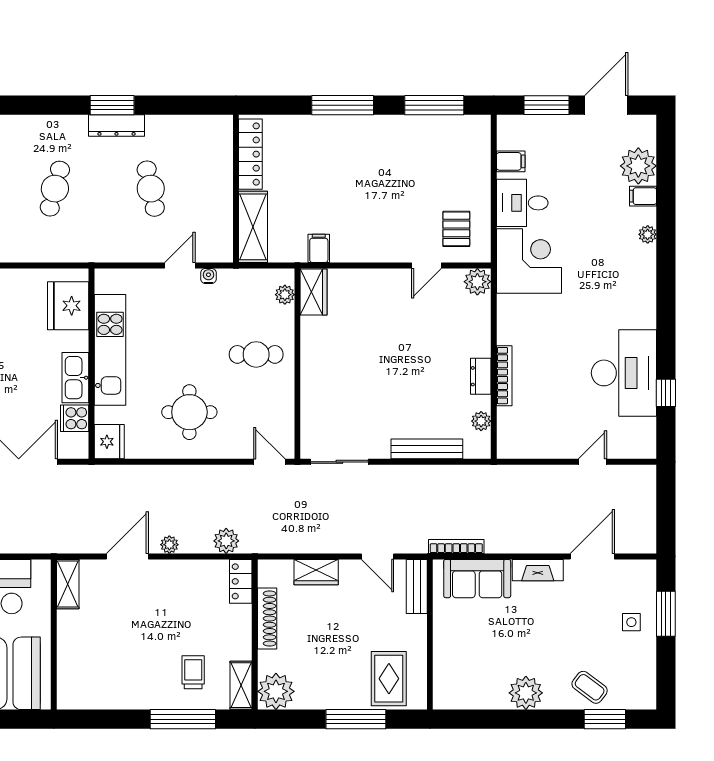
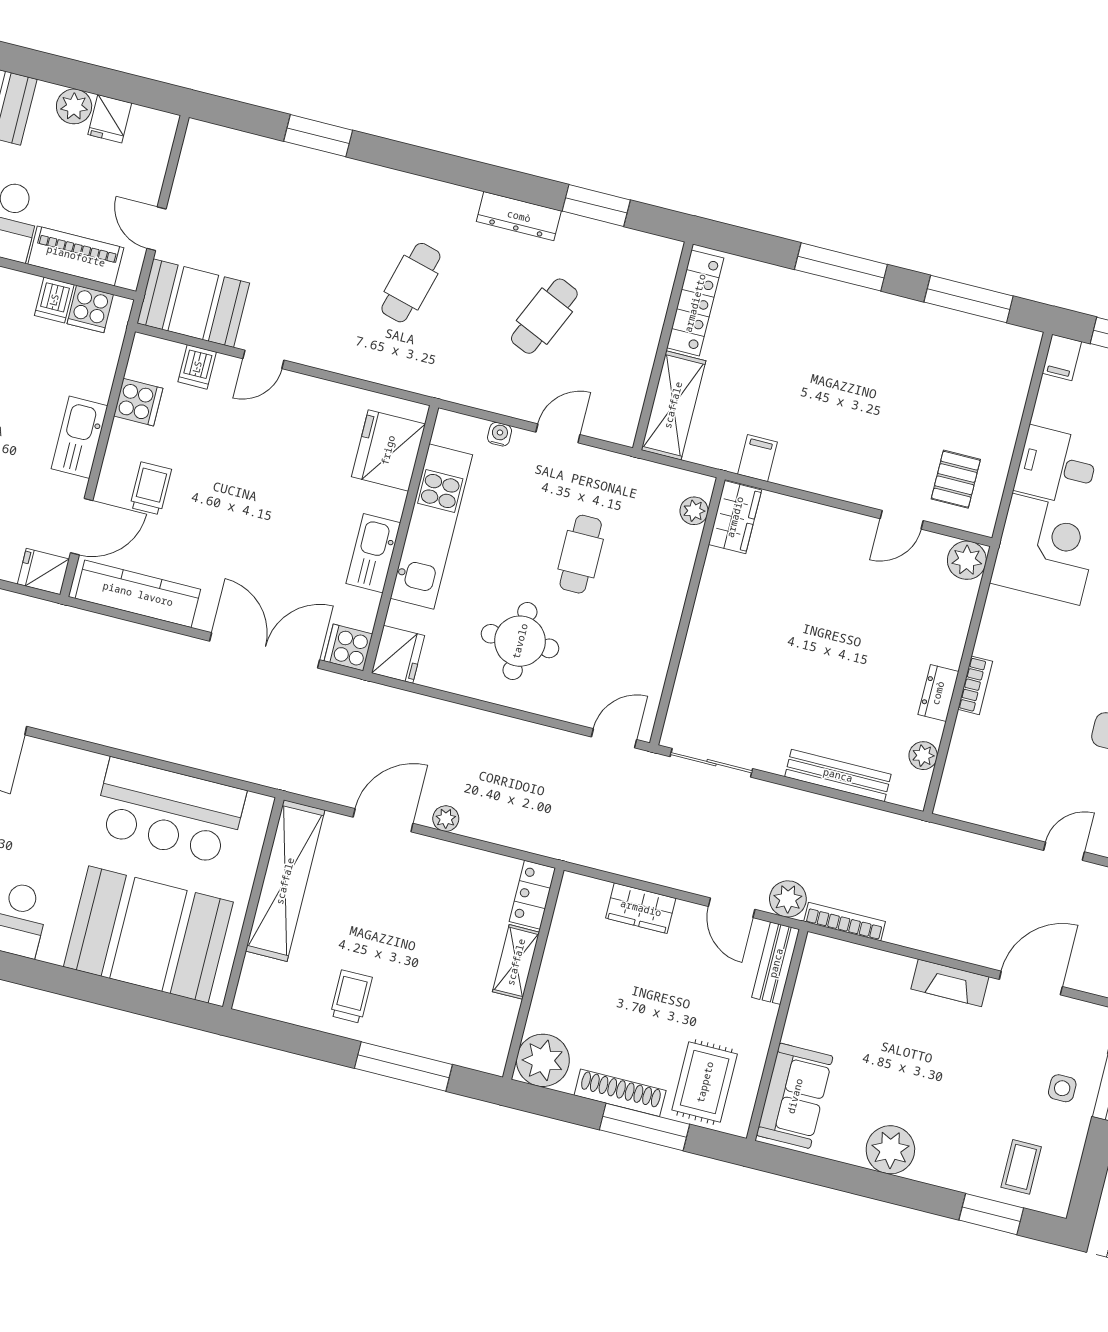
window: (112, 105) -> (596, 205), moved
filing cabinet: (511, 161) -> (1062, 357), moved, turned 90
cafe table: (151, 189) -> (544, 316), turned 36
water cooler: (208, 276) -> (500, 434), moved
cafe table: (256, 354) -> (581, 554), moved, turned 90
bookcase: (504, 376) -> (975, 685), width x0.64
cooker: (75, 418) -> (348, 647), moved
door: (269, 462) -> (614, 738), hinge flipped
plant: (226, 541) -> (788, 899), moved
sofa: (477, 579) -> (795, 1096), moved, turned -90
shelving: (68, 584) -> (285, 881), width x2.20, depth x1.33
shoe rack: (267, 619) -> (620, 1093), moved, turned -90
trolley: (193, 672) -> (351, 997), moved
shelving: (241, 685) -> (516, 962), moved
coffee table: (590, 687) -> (1021, 1167), moved, turned 53

